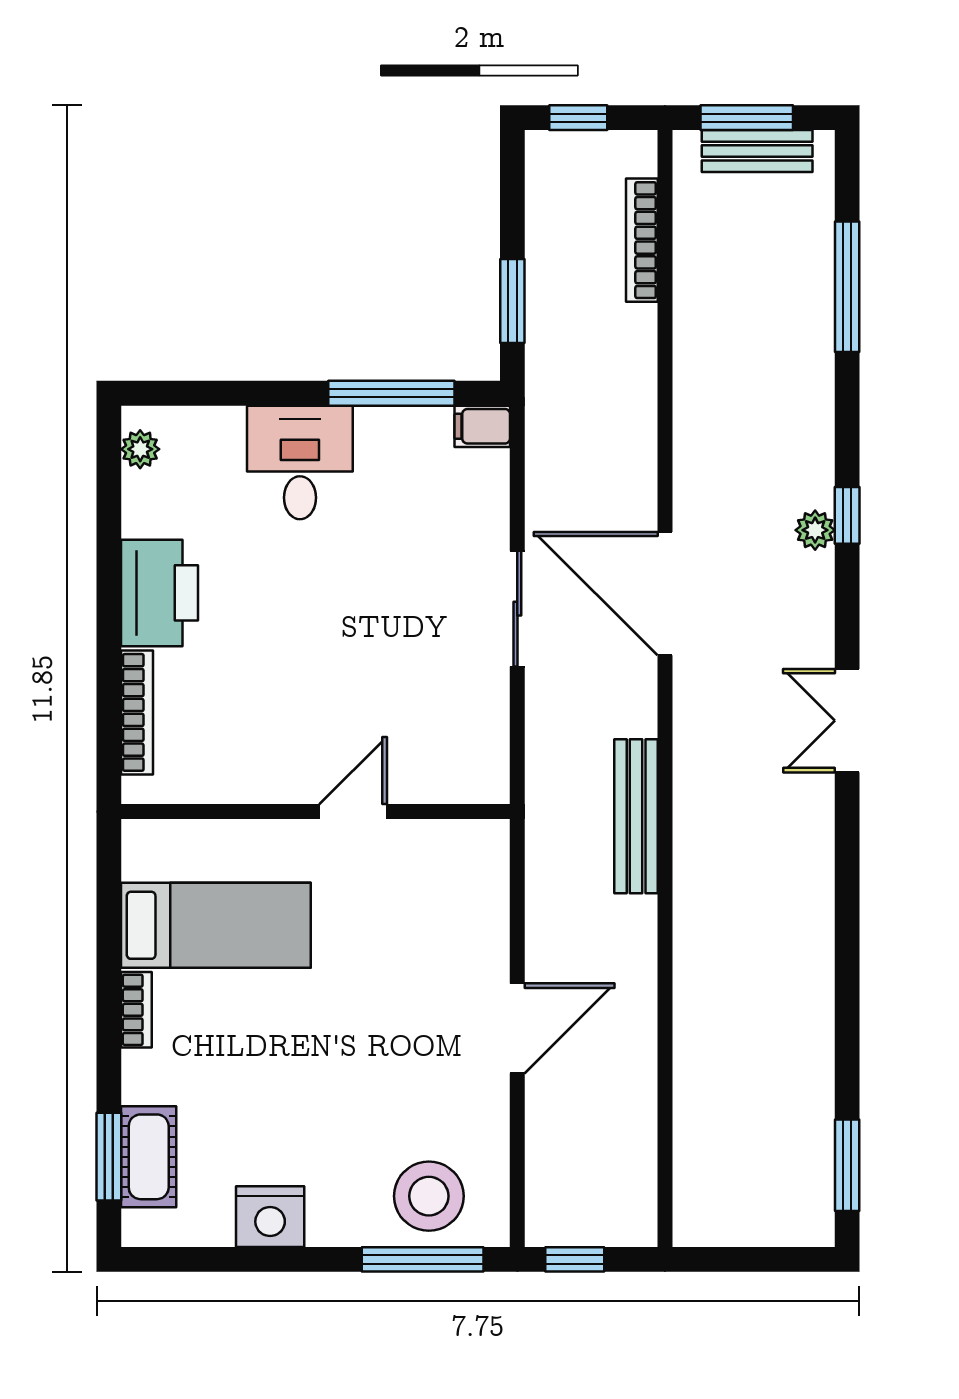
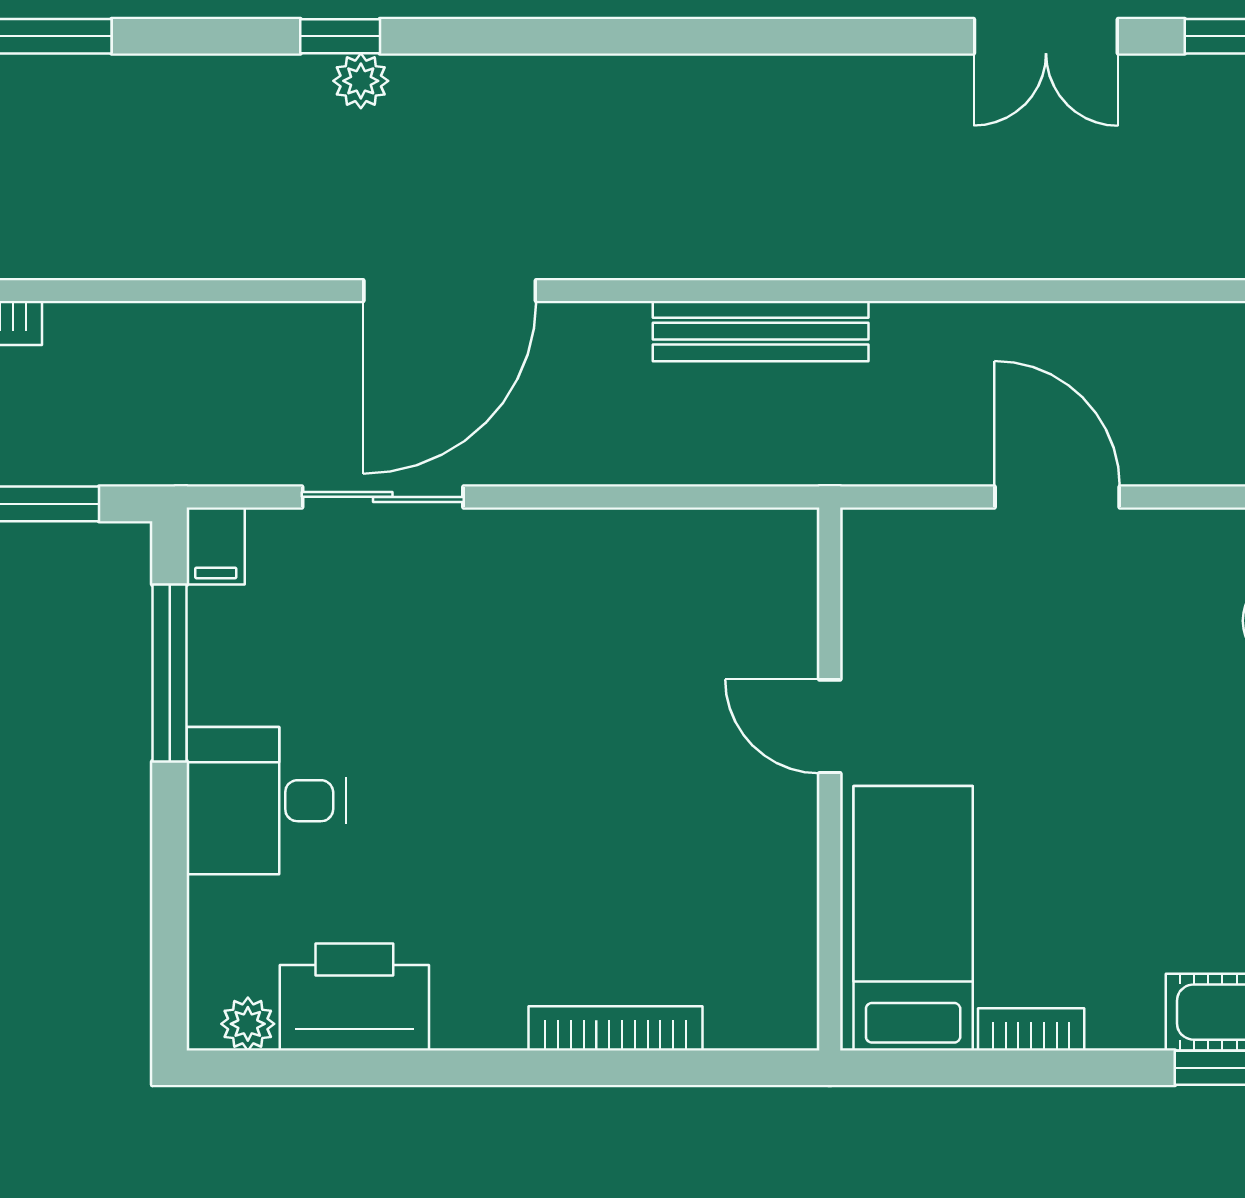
printer: (160, 593) -> (354, 997), moved
sliding door: (517, 609) -> (383, 497), moved
double door: (847, 721) -> (1046, 36), moved
wall: (316, 812) -> (830, 779), moved
door: (353, 812) -> (830, 726), moved

